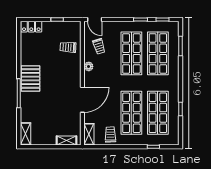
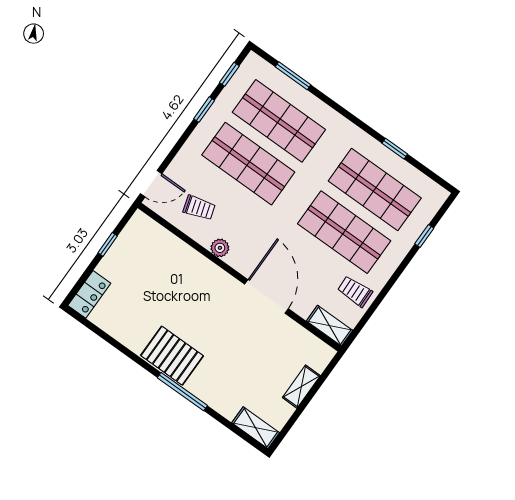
trolley: (68, 47) -> (165, 259), removed
shelving: (66, 141) -> (301, 387), moved

